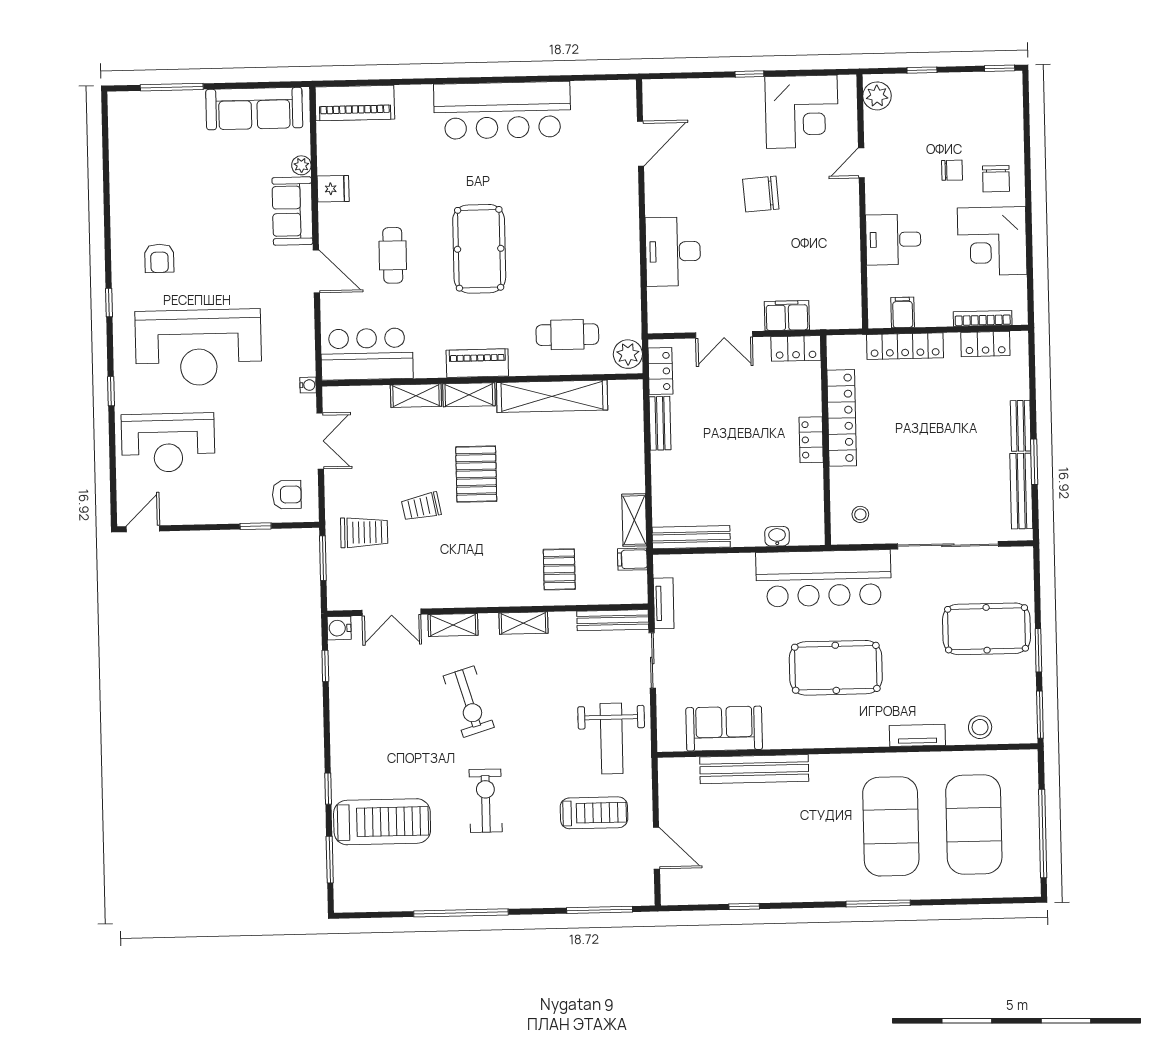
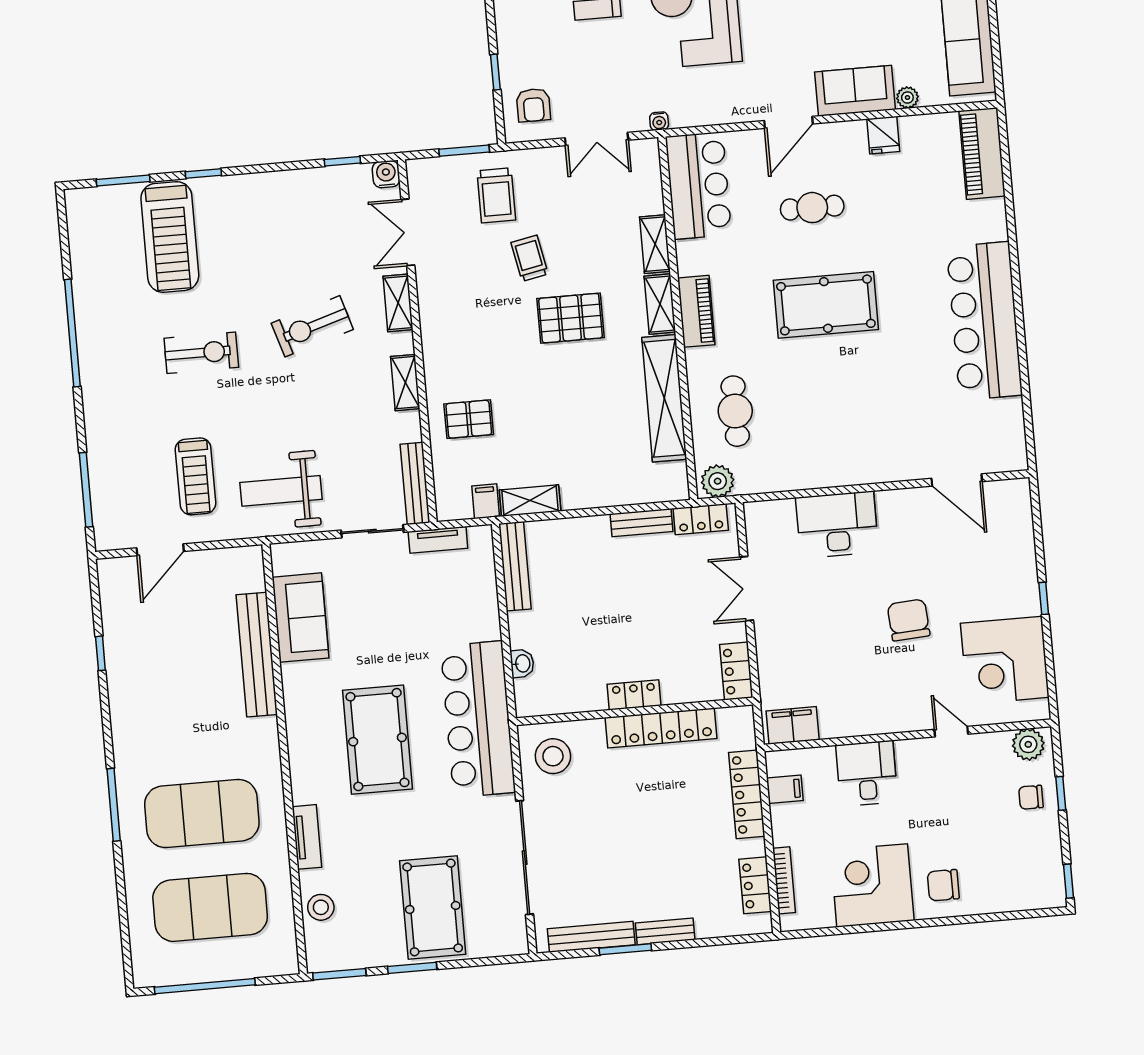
chair: (952, 170) -> (1031, 797), moved, turned 90
filing cabinet: (787, 316) -> (793, 725), moved, turned -90
stool: (860, 514) -> (553, 756), width x1.89, depth x1.89

